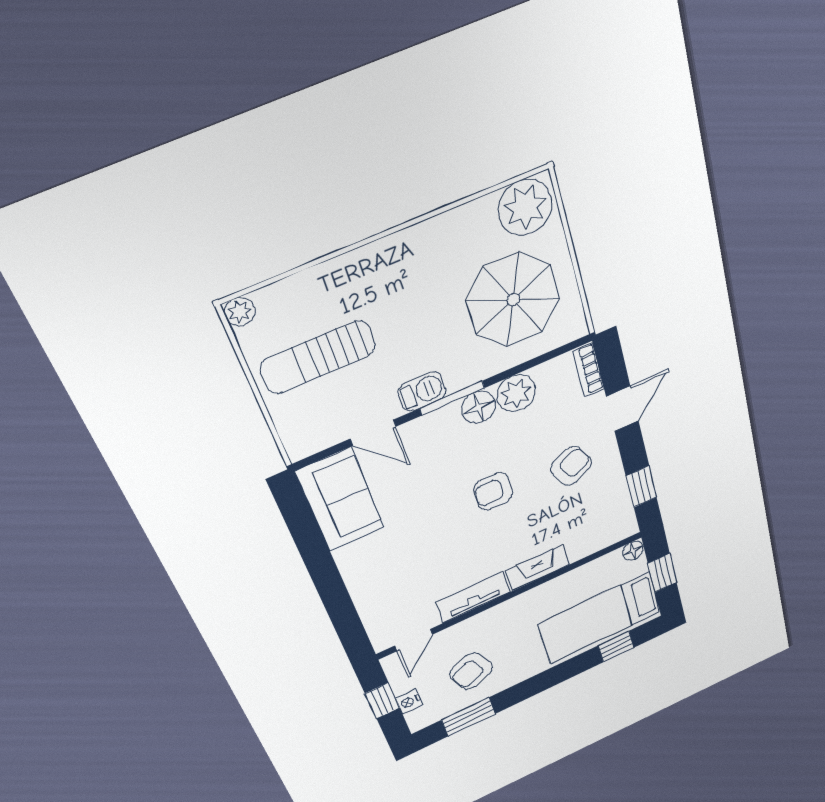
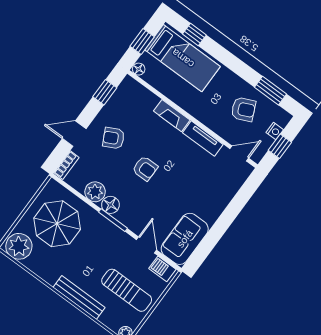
bench: (363, 263) -> (79, 298), added
barbecue: (422, 392) -> (162, 269), moved

